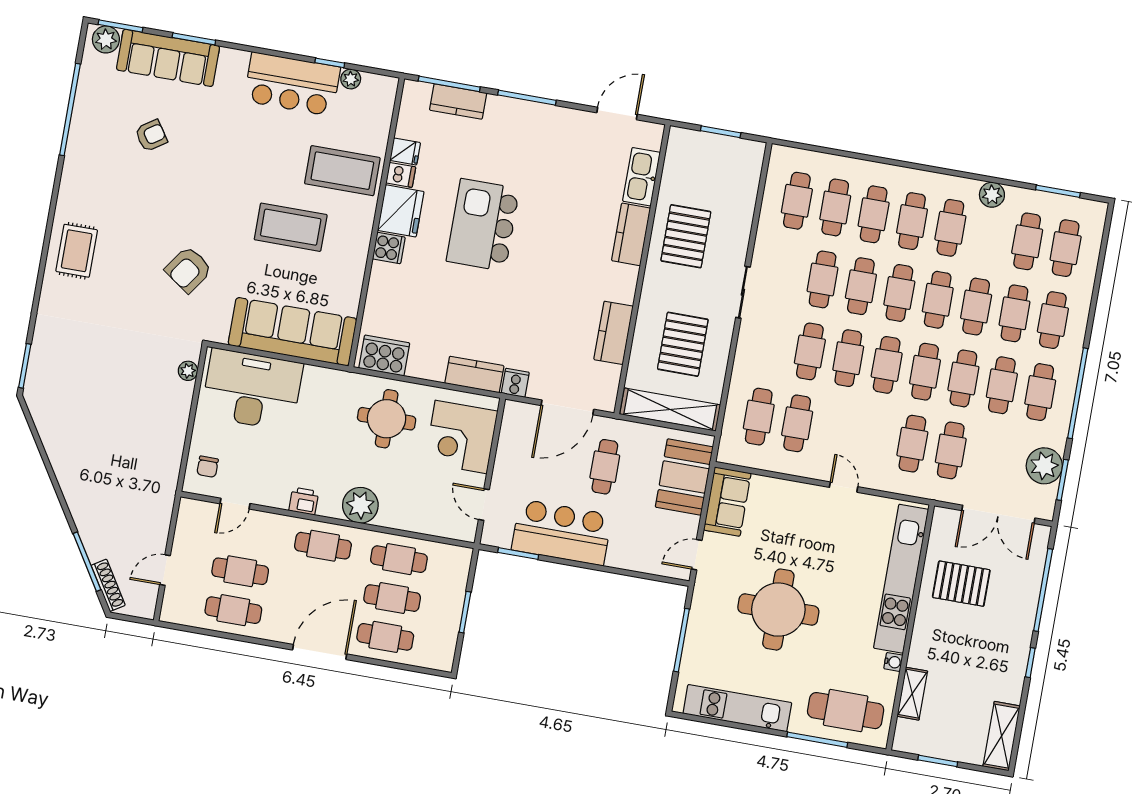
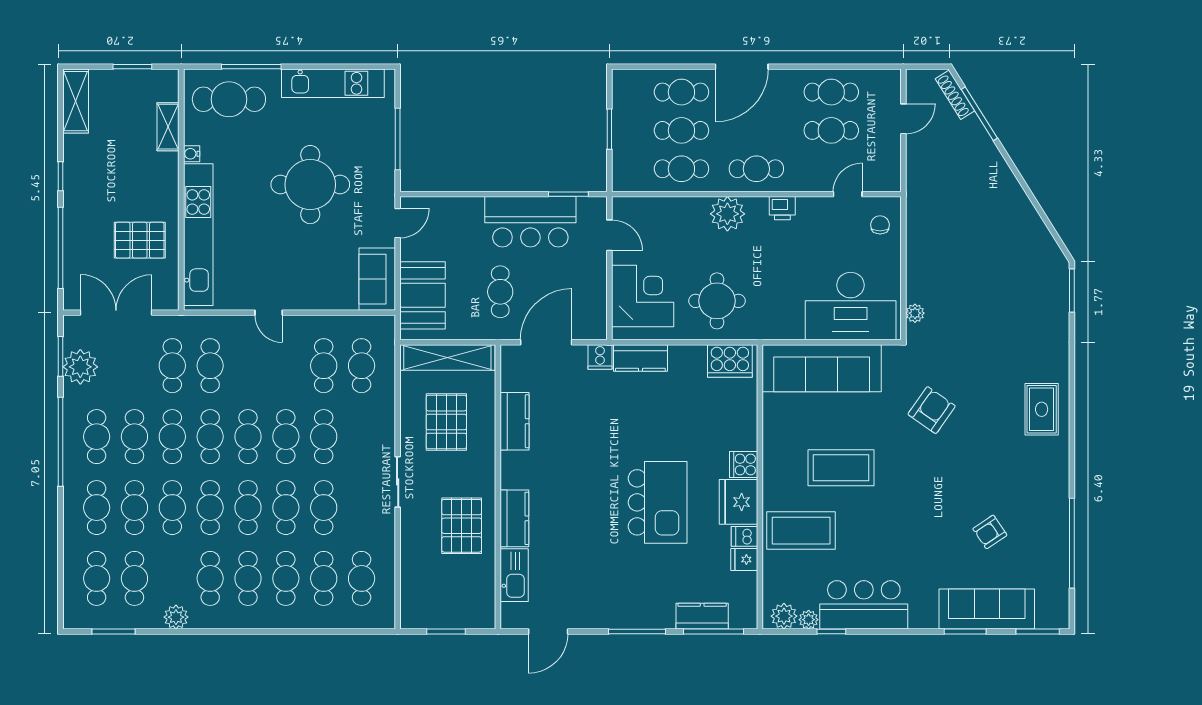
plant: (106, 39) -> (784, 616), moved

